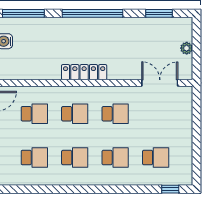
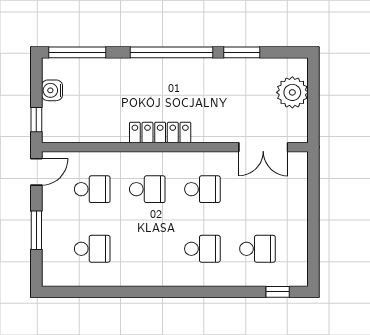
window: (159, 13) -> (242, 52), moved
plant: (187, 48) -> (292, 92), width x1.87, depth x1.87
double door: (160, 83) -> (263, 147), swing flipped
school desk: (75, 157) -> (147, 249), removed

